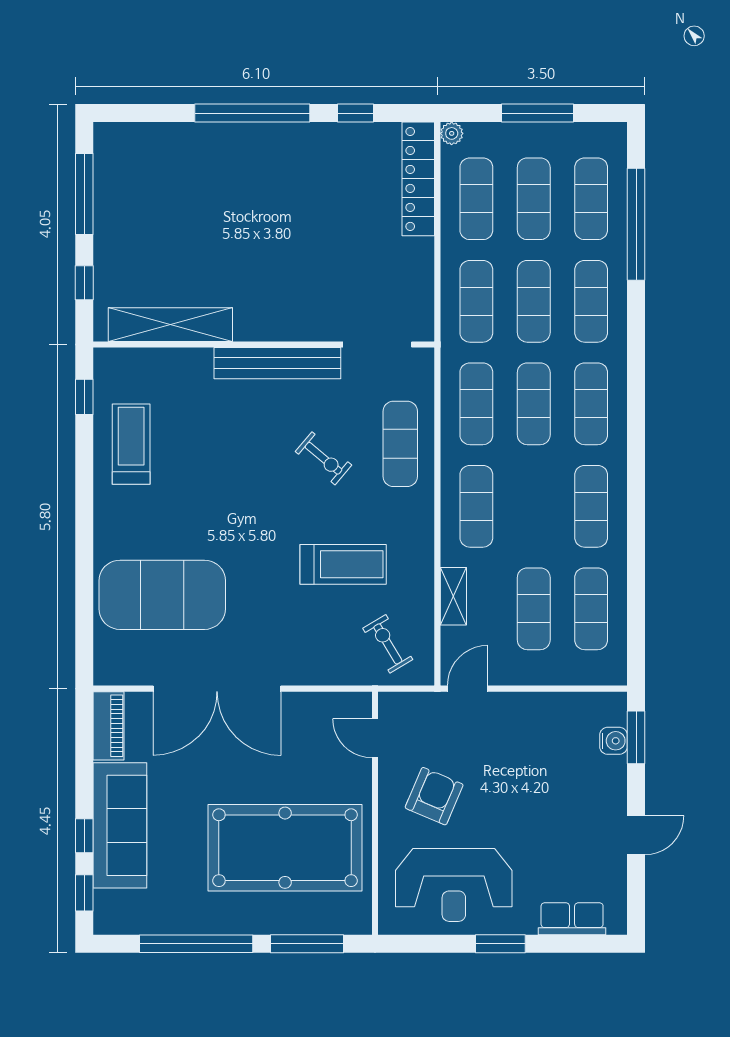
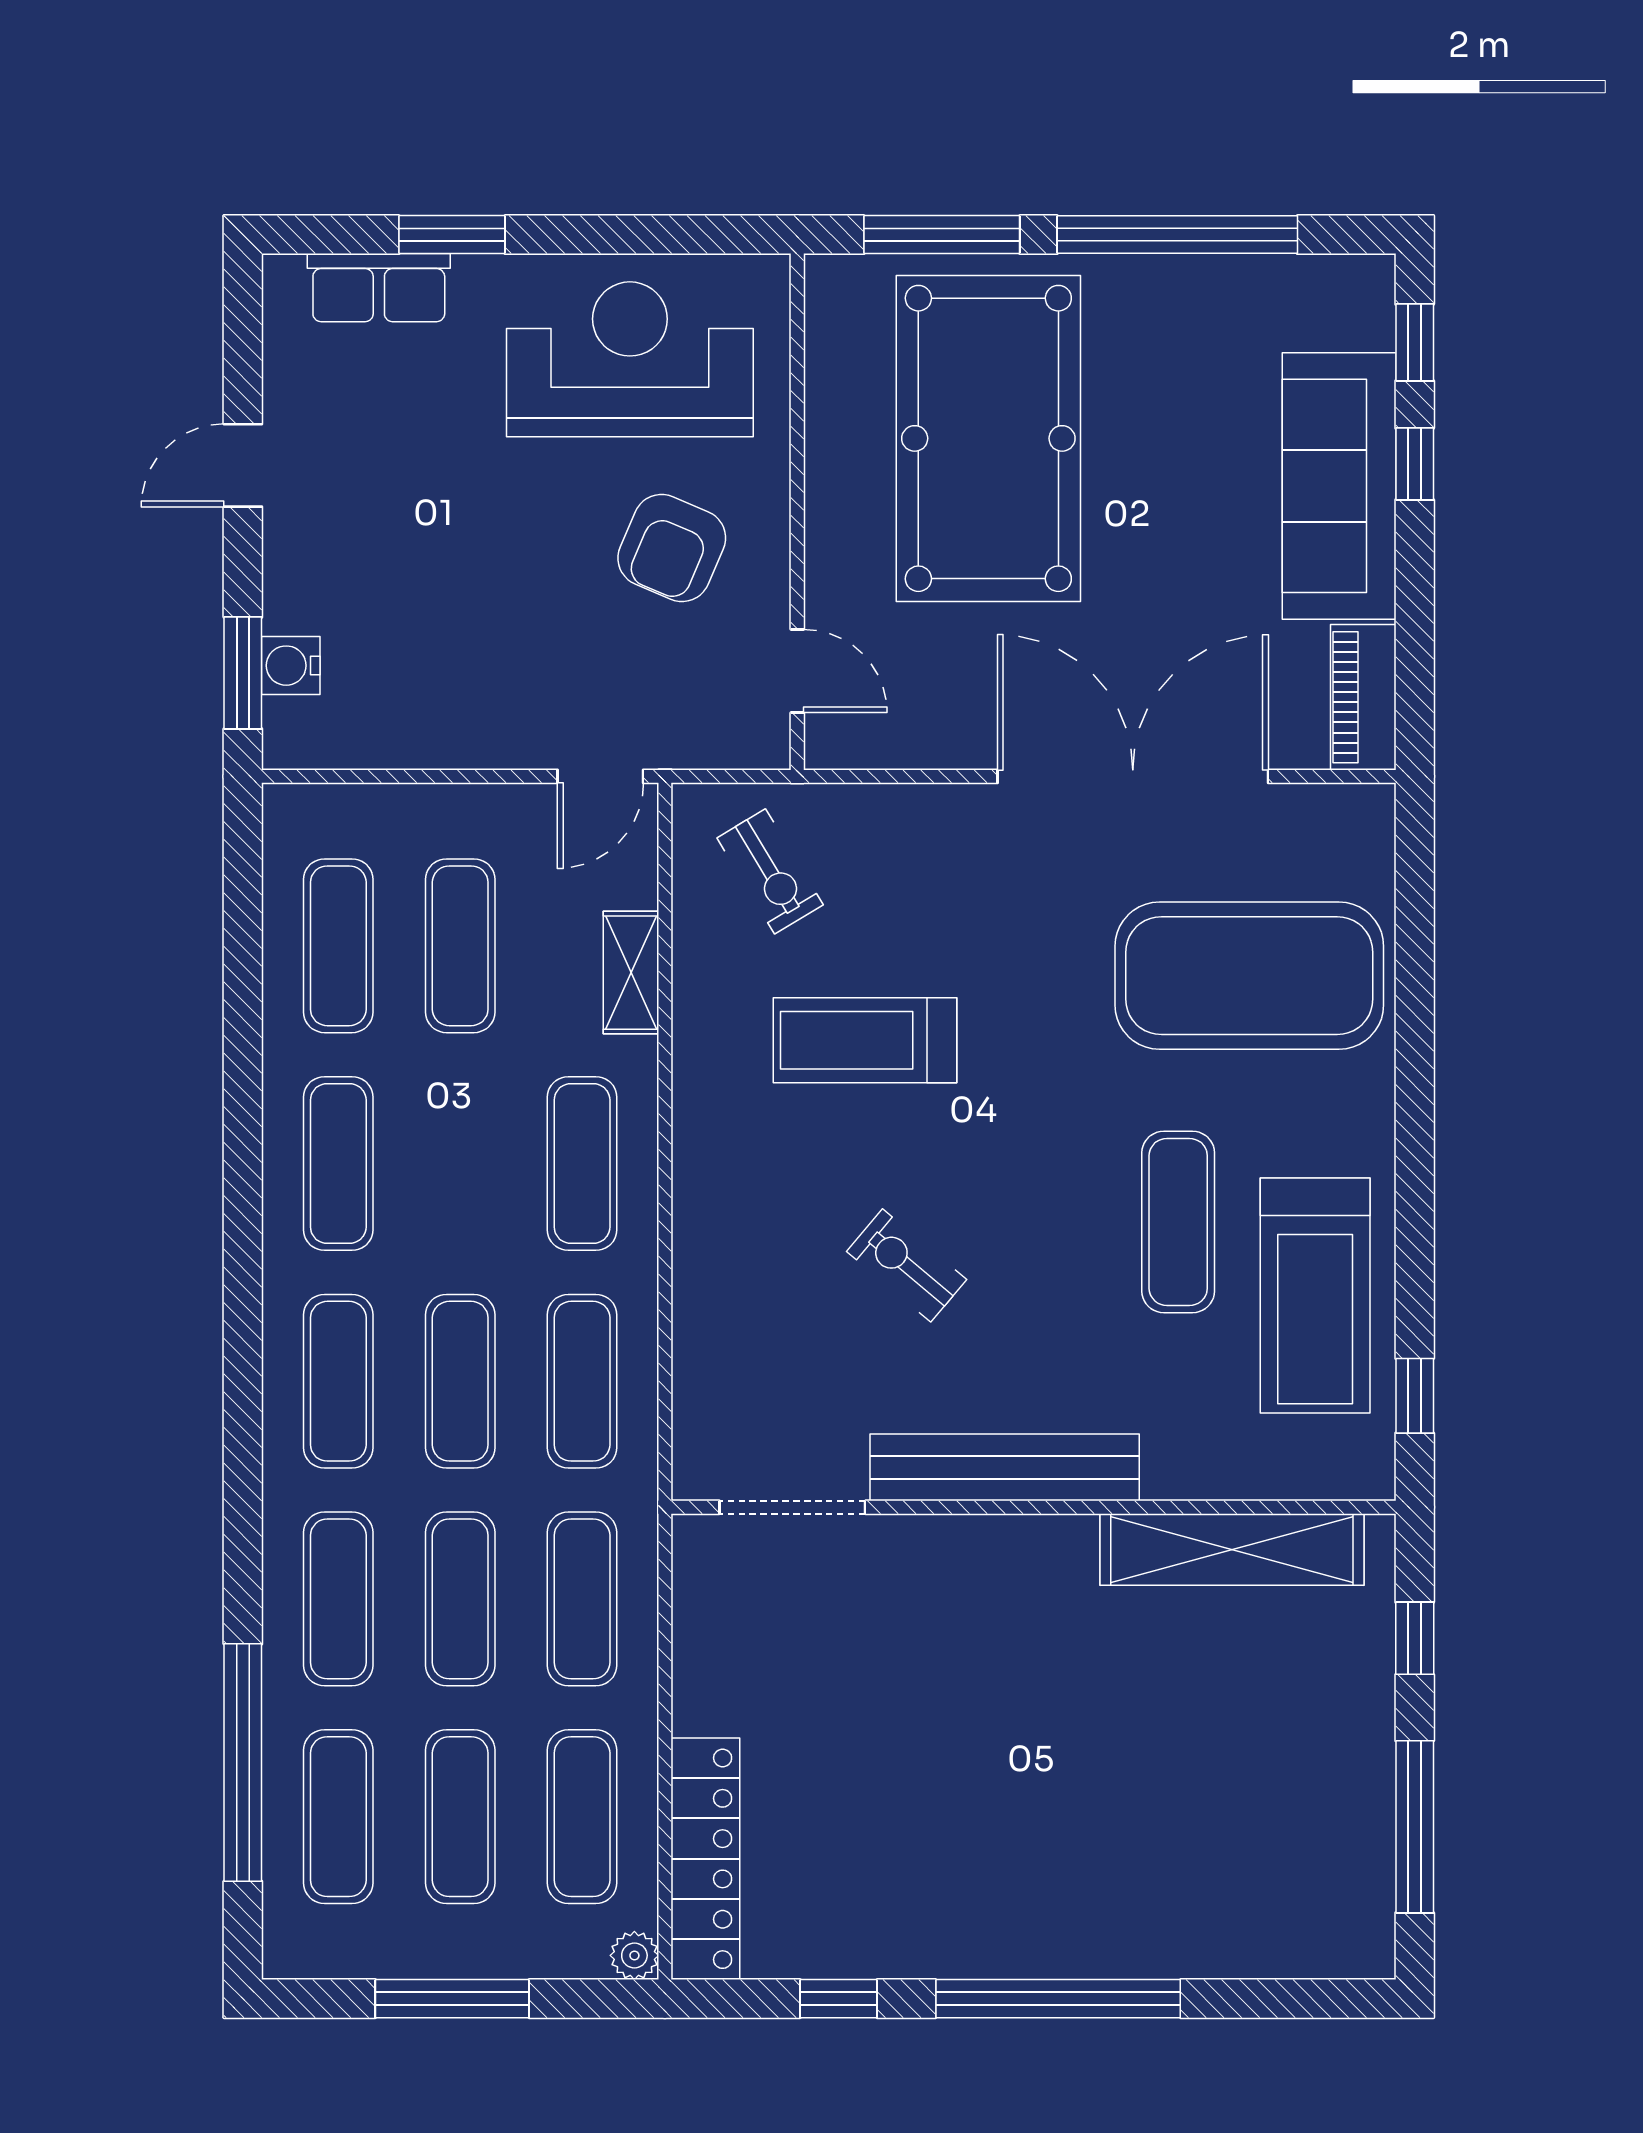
treadmill: (131, 444) -> (1315, 1296), width x1.37, depth x1.38
exercise mat: (400, 444) -> (1178, 1222), moved
pool table: (285, 848) -> (988, 438), turned 90
window: (500, 944) -> (452, 235), moved

